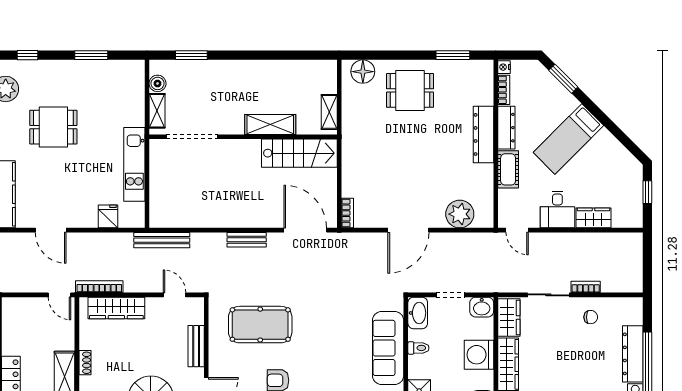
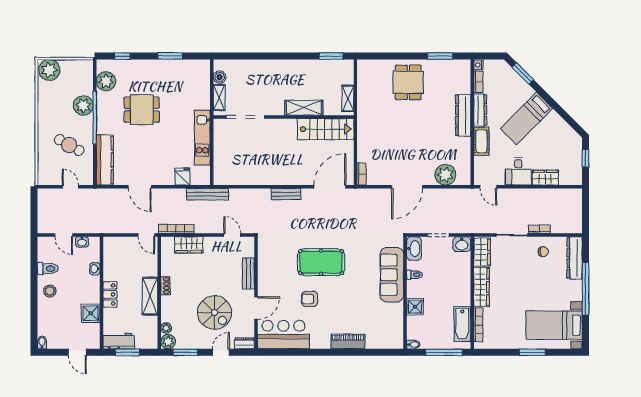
window: (191, 55) -> (331, 56), moved
floor lamp: (363, 72) -> (373, 68), removed
dining table: (410, 90) -> (408, 82), turned 90
door: (305, 230) -> (330, 187), hinge flipped
bench: (162, 240) -> (207, 194), moved
wardrobe: (116, 308) -> (189, 245), width x0.67
pool table: (260, 325) -> (321, 262), moved
dresser: (633, 354) -> (575, 258), moved
washing machine: (479, 355) -> (460, 280), removed

